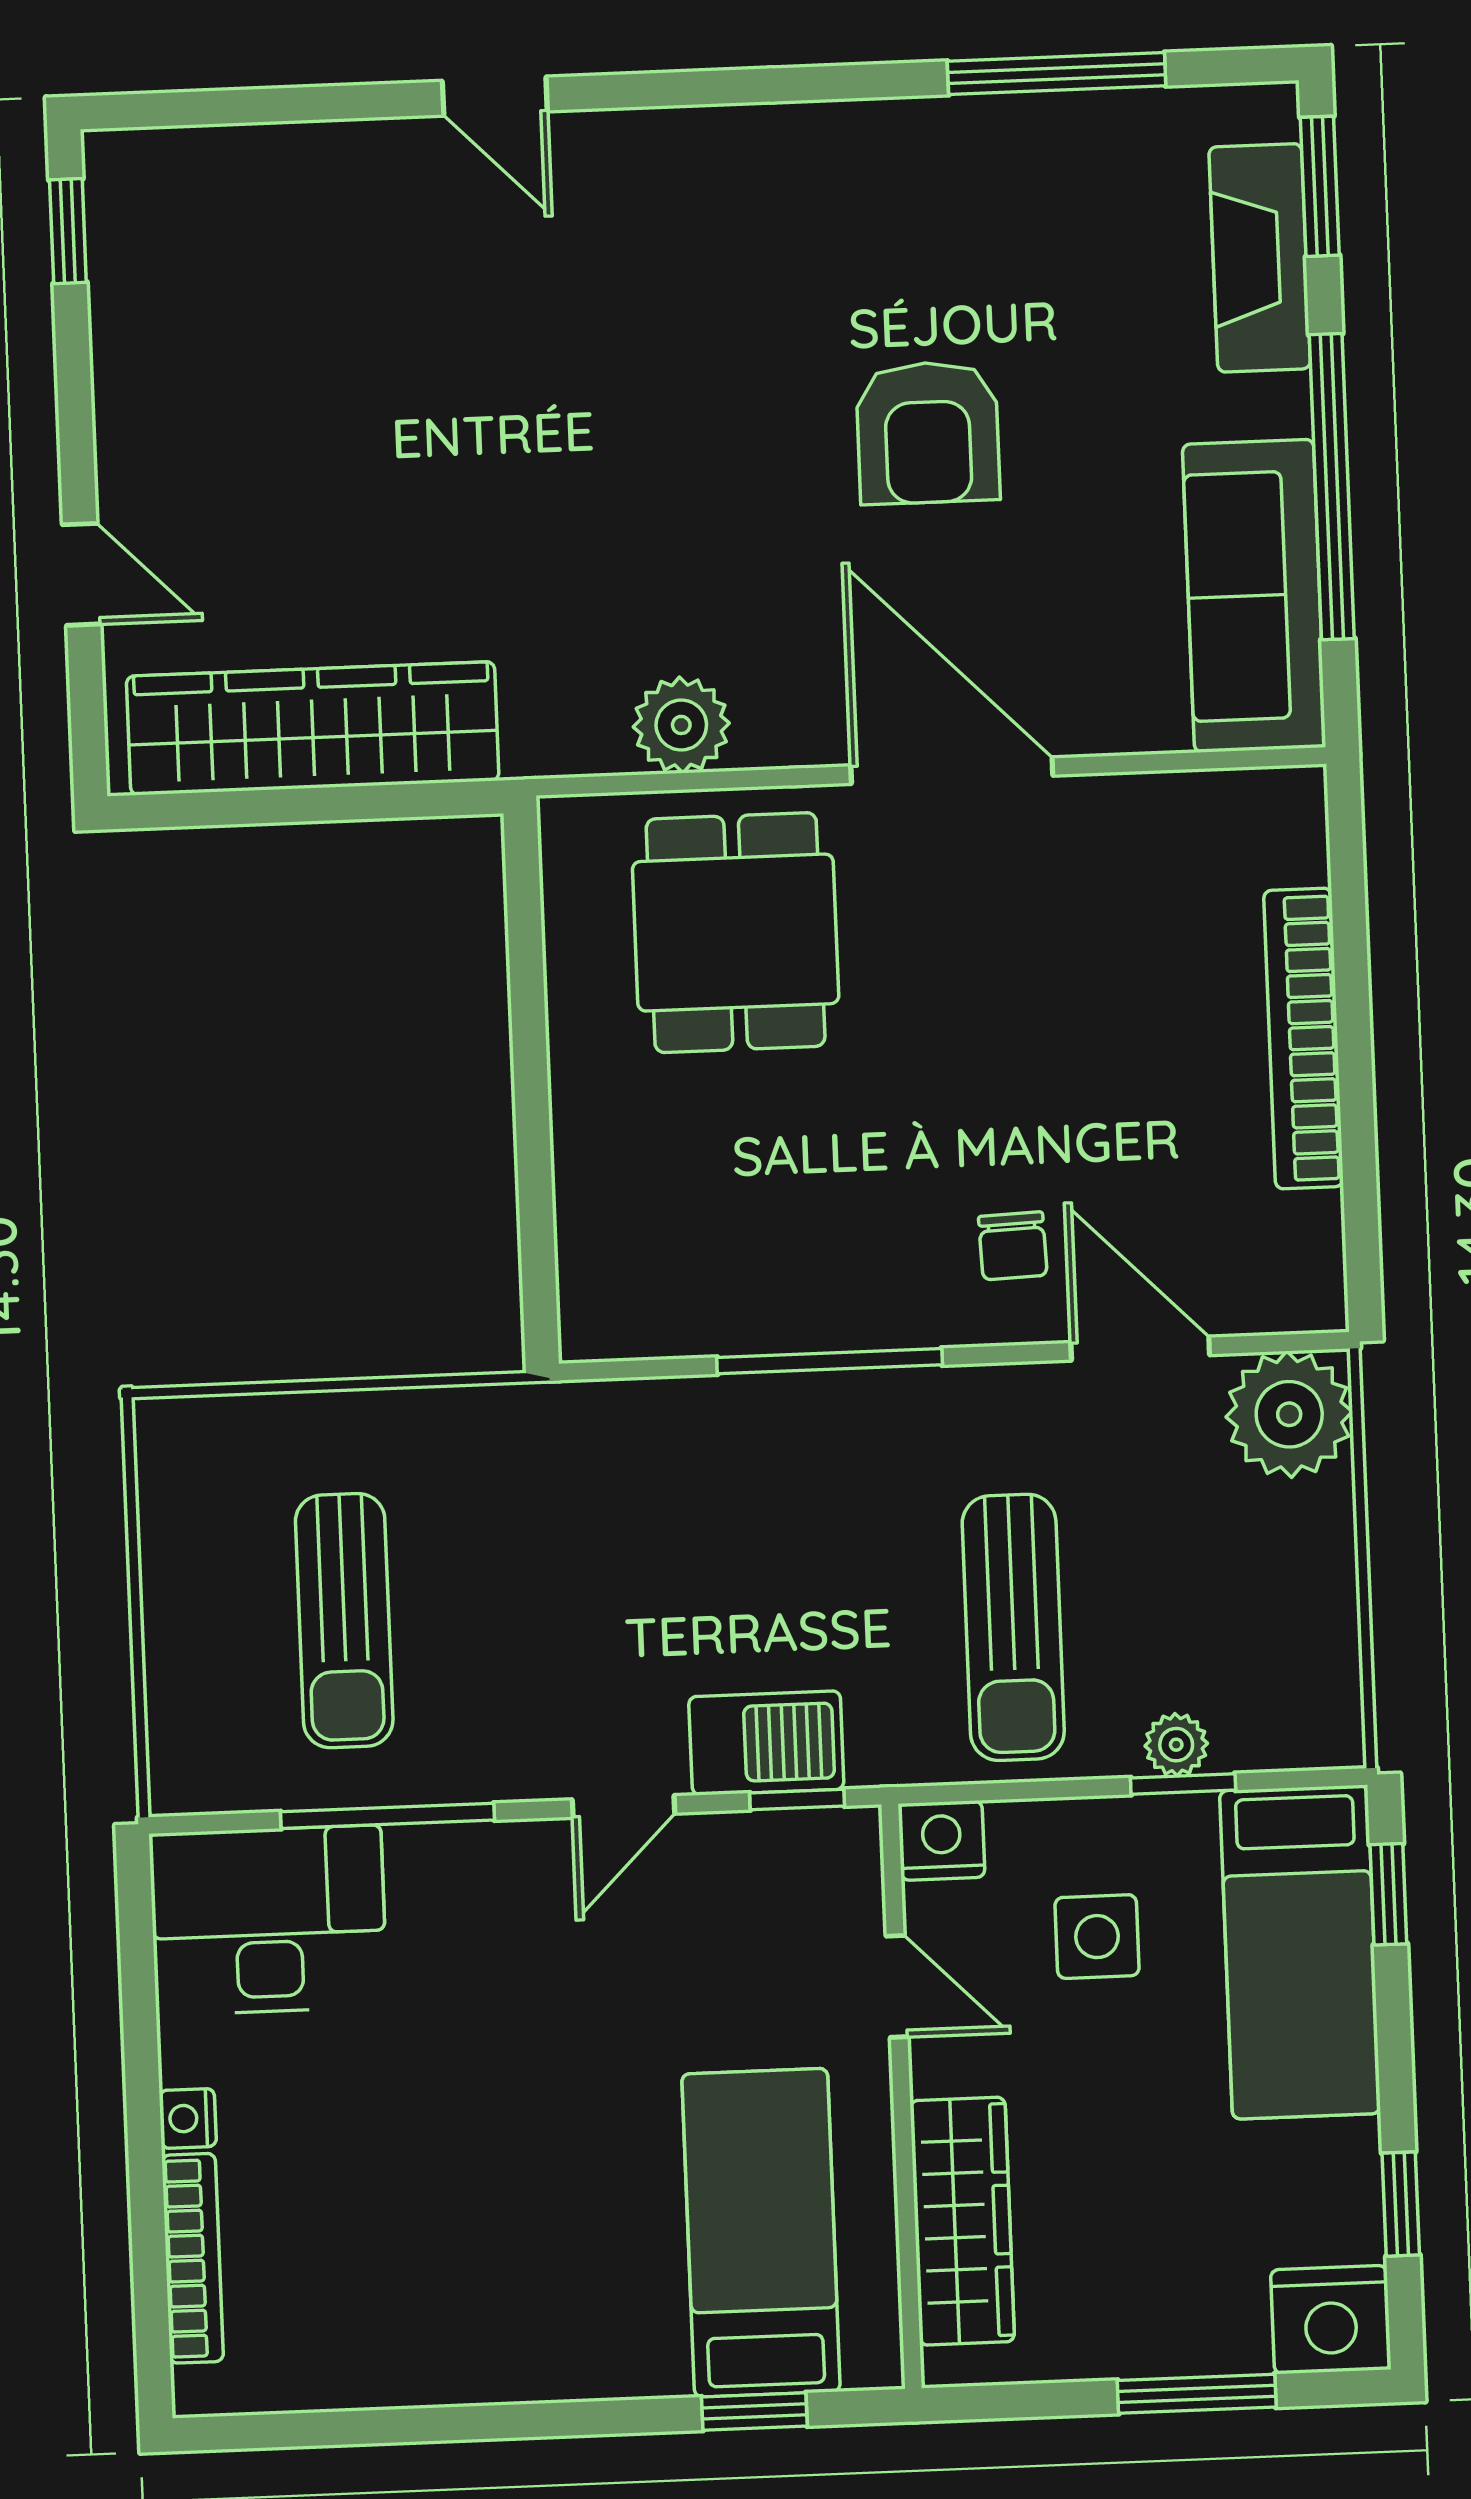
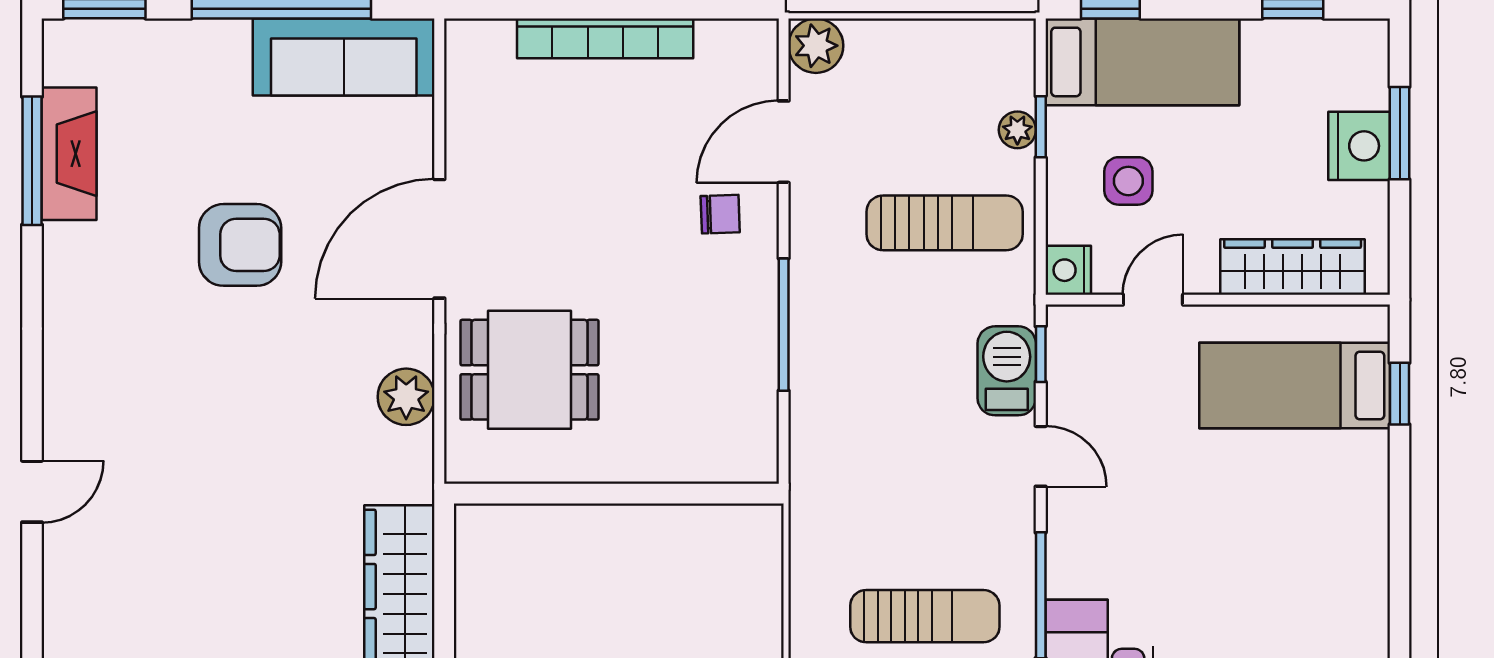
fireplace: (1260, 258) -> (69, 154), moved, turned -90
plant: (1289, 1414) -> (816, 46), width x0.73, depth x0.73
nightstand: (1331, 2320) -> (1359, 146), moved

